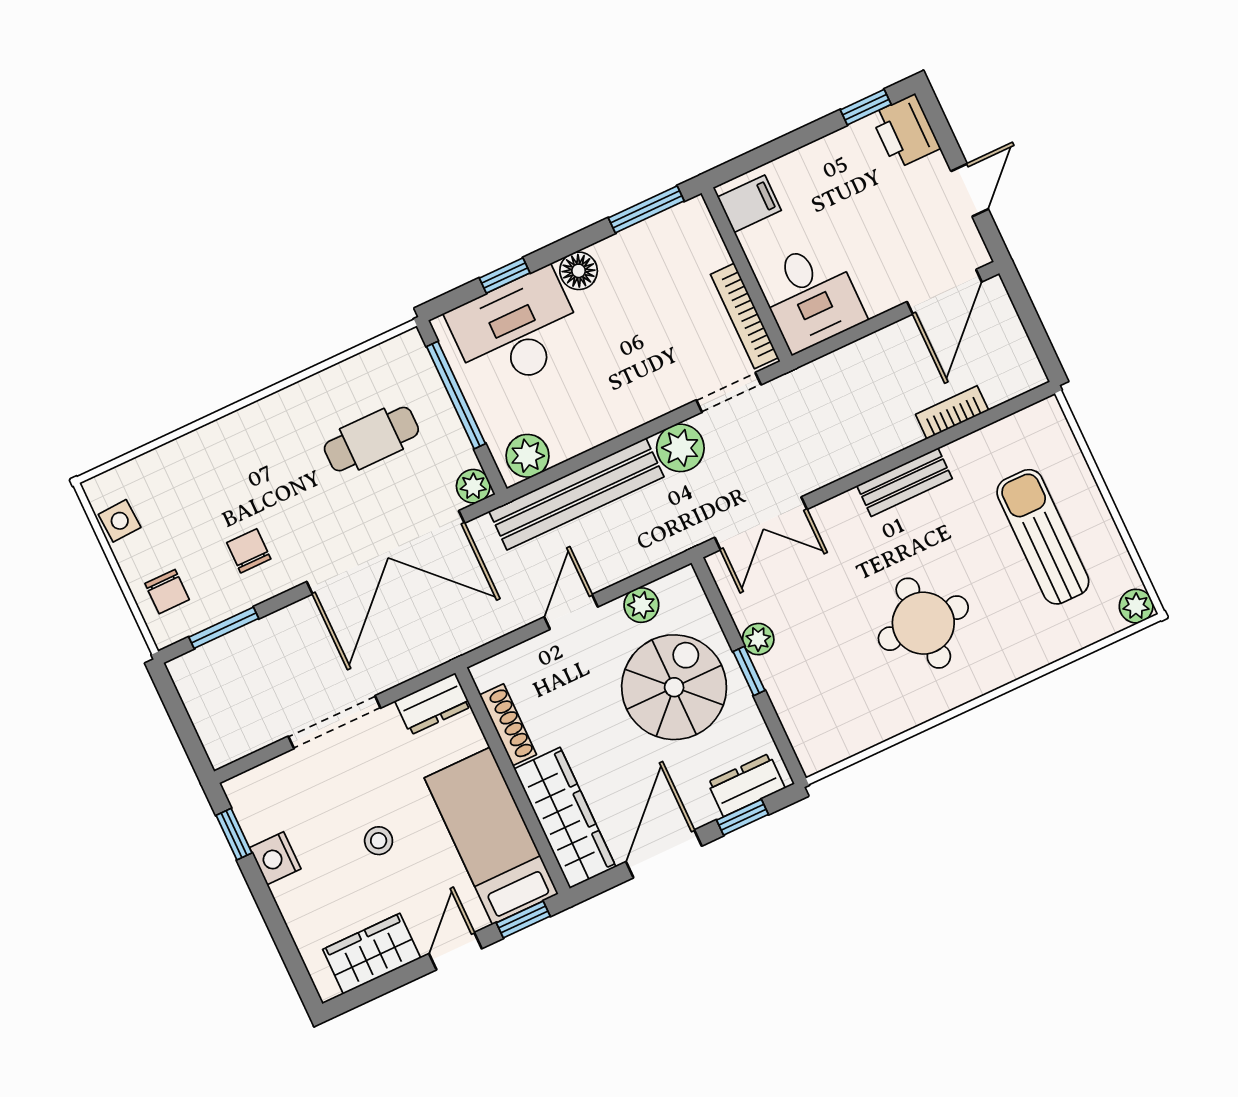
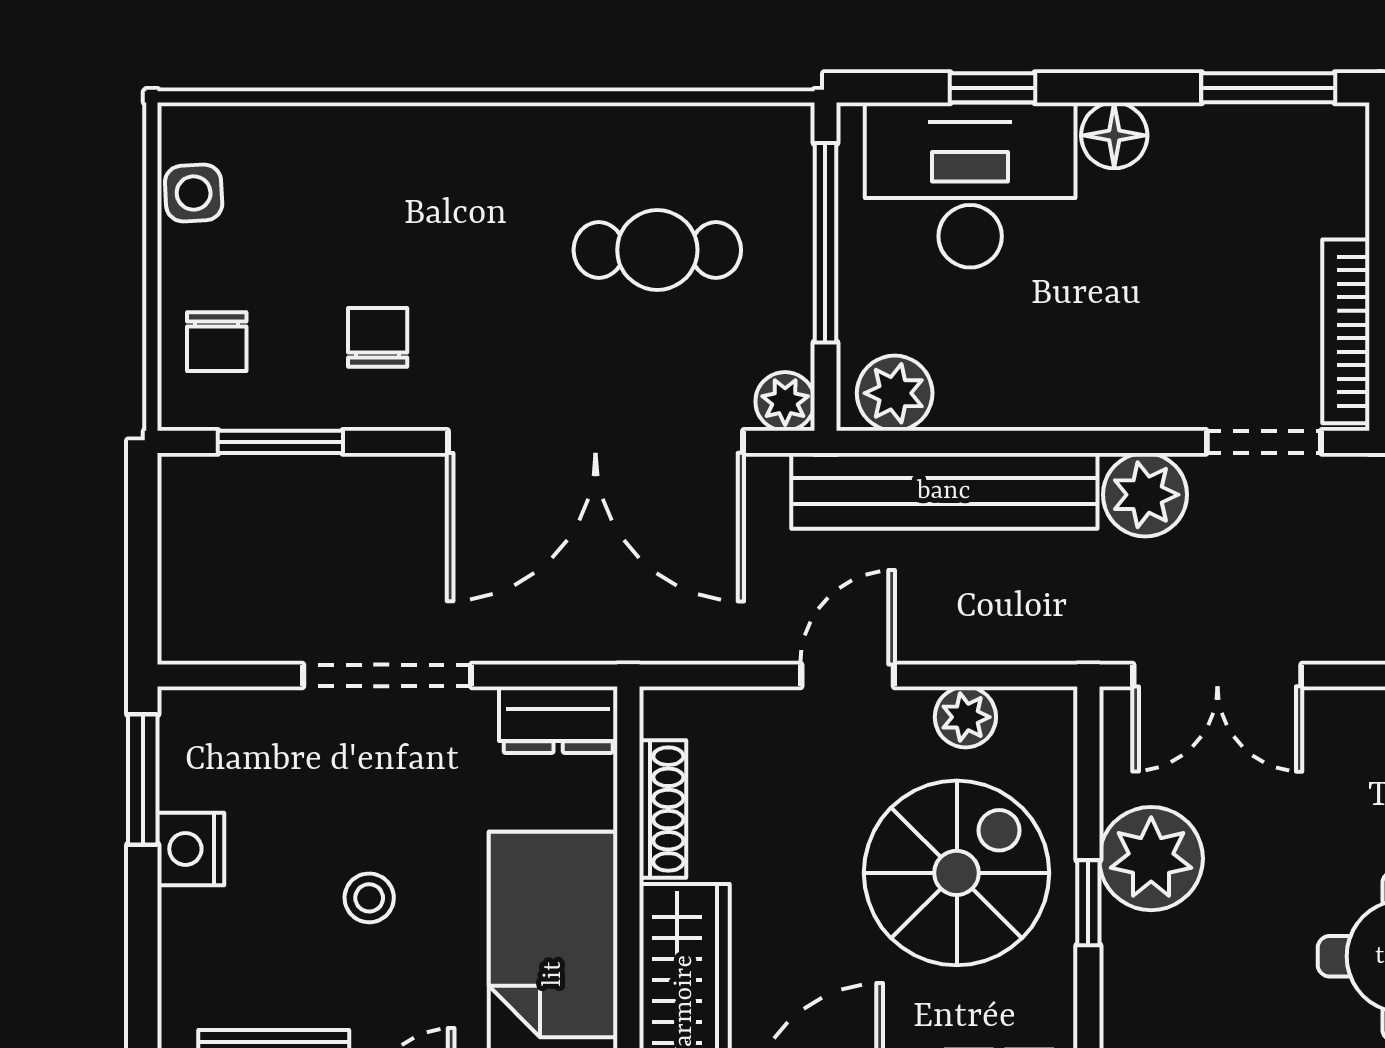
plant: (758, 639) -> (1151, 859), width x1.87, depth x1.87
window: (234, 834) -> (143, 780), width x1.50

